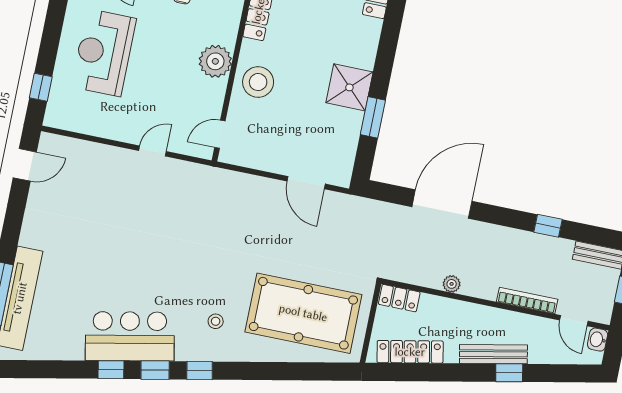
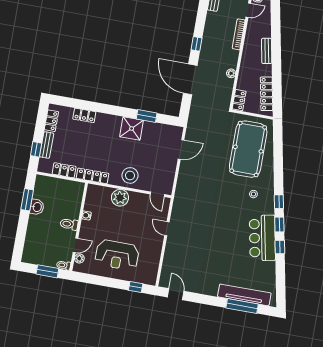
window: (548, 226) -> (197, 44), moved
bench: (493, 354) -> (267, 51), width x0.73
window: (509, 373) -> (276, 43), removed

